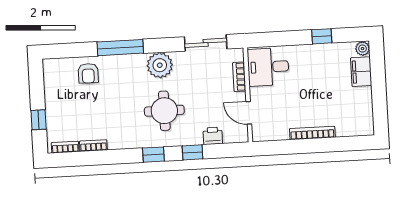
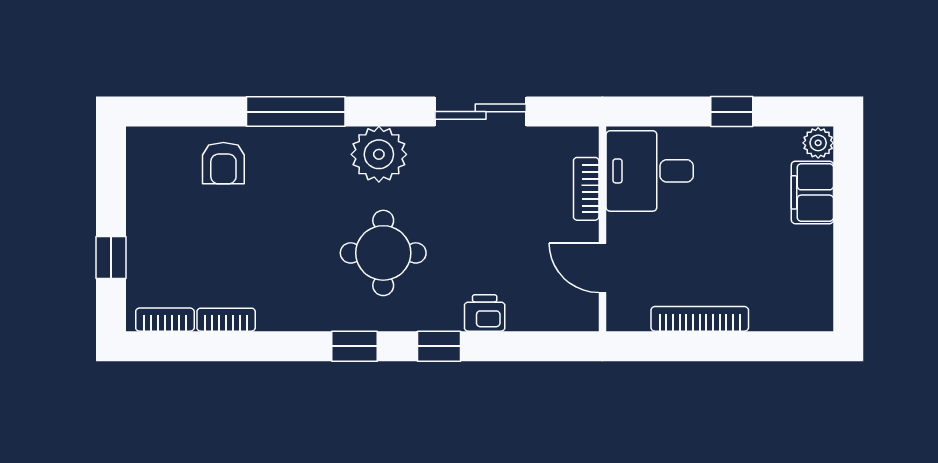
desk: (268, 67) -> (650, 171), moved
bookcase: (239, 77) -> (586, 189), moved
wall: (248, 95) -> (602, 229), moved
door: (249, 113) -> (602, 268), moved

